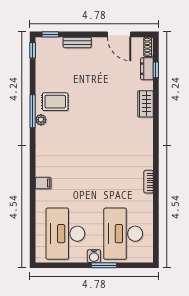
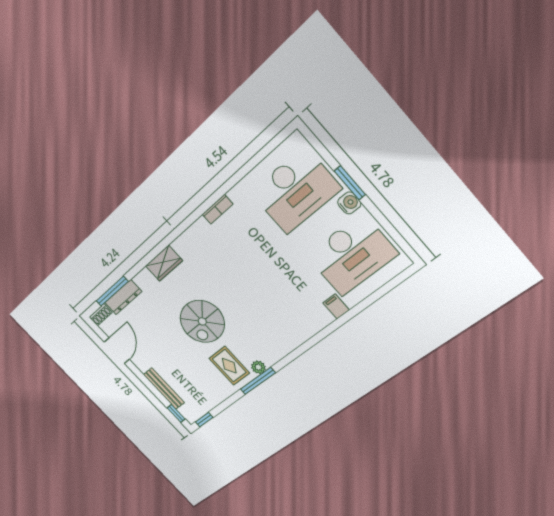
bench: (77, 42) -> (164, 389), width x1.36
dresser: (147, 69) -> (123, 297), width x1.44
window: (156, 70) -> (112, 291), width x2.17
wardrobe: (145, 104) -> (164, 263), moved
spiral stairs: (94, 111) -> (202, 321), added
filing cabinet: (43, 183) -> (336, 306), moved

